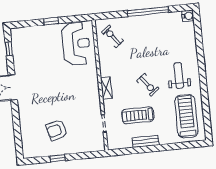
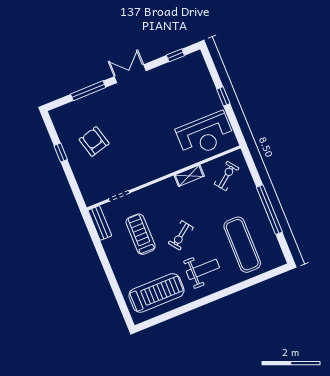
water cooler: (188, 16) -> (278, 259), removed
exercise mat: (169, 40) -> (242, 245), added
shelving: (106, 88) -> (189, 176), moved
window: (16, 123) -> (88, 91), added
bench: (146, 141) -> (100, 223), moved

